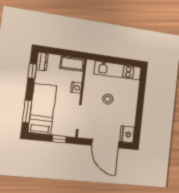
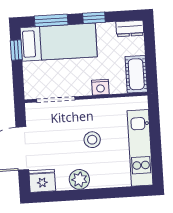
window: (32, 71) -> (94, 18), moved
plant: (130, 111) -> (79, 179), added
window: (59, 139) -> (16, 50), moved

